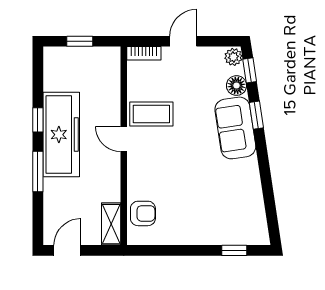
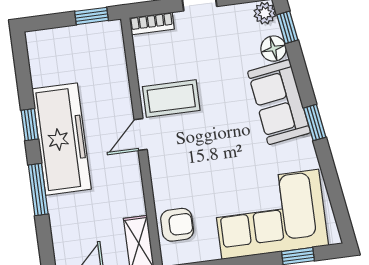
window: (80, 41) -> (92, 16), moved
window: (256, 115) -> (315, 123), moved
door: (124, 139) -> (141, 135), hinge flipped
corner sofa: (217, 215) -> (270, 214), added

